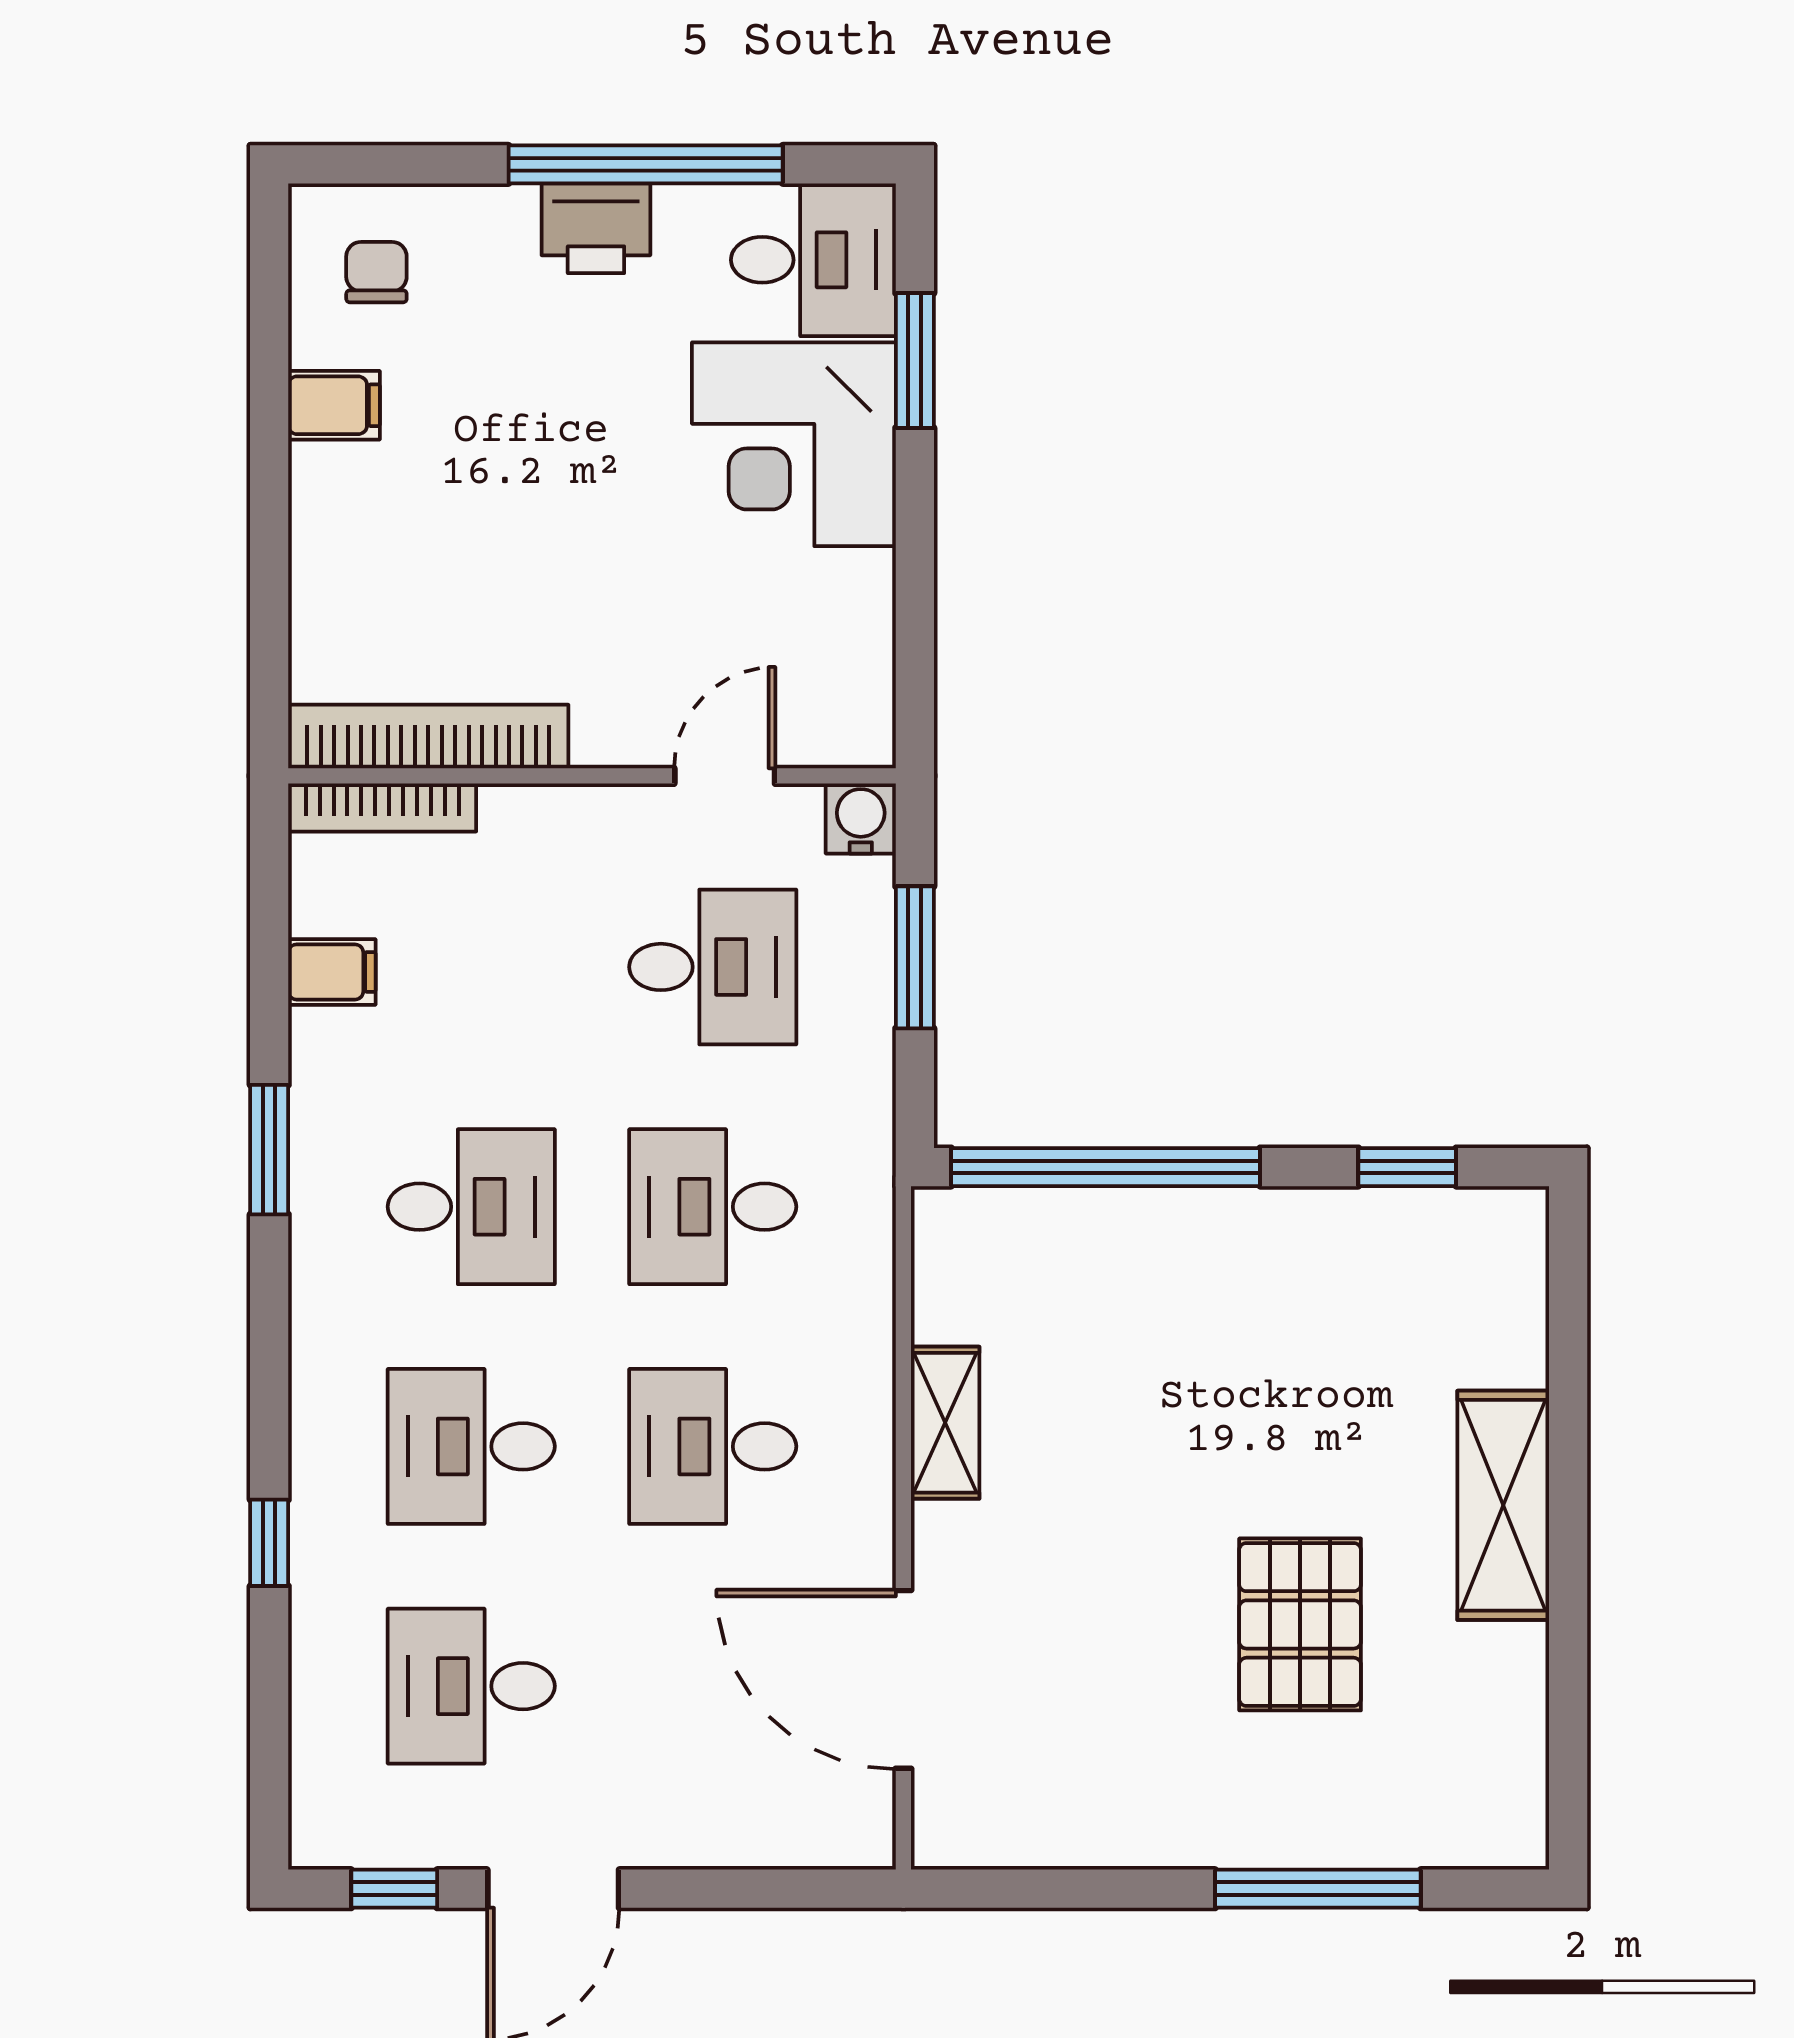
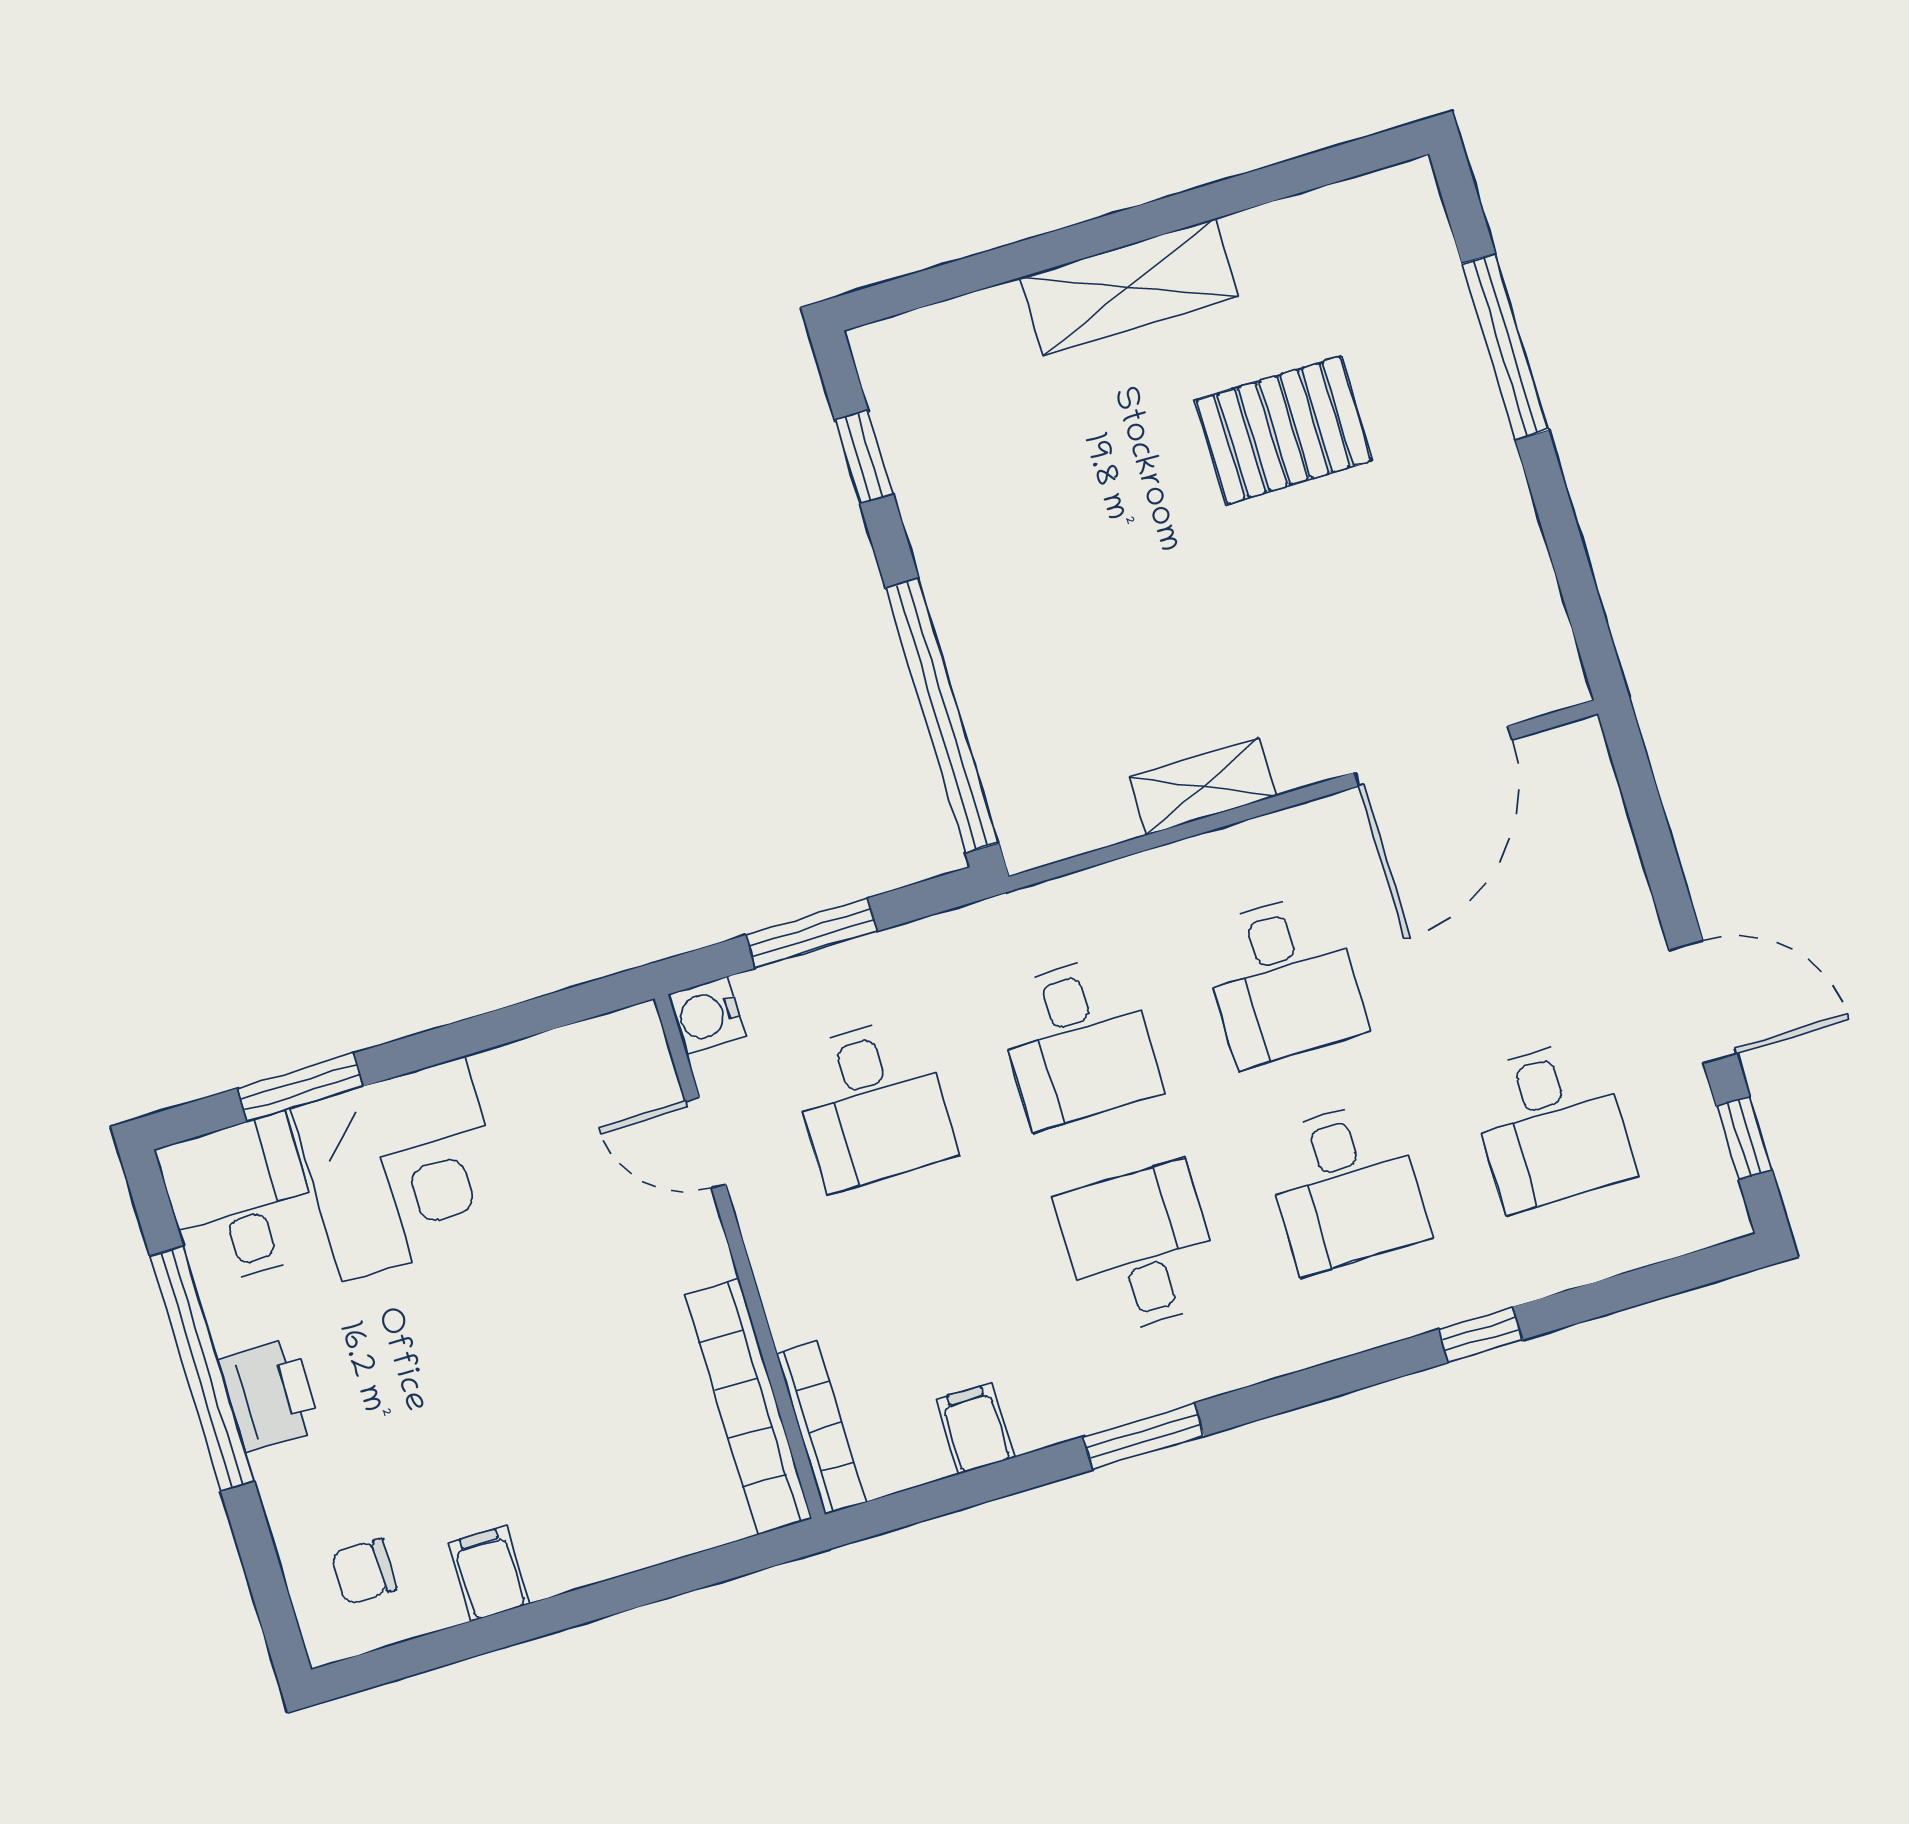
desk: (713, 967) -> (872, 1104), turned 180

